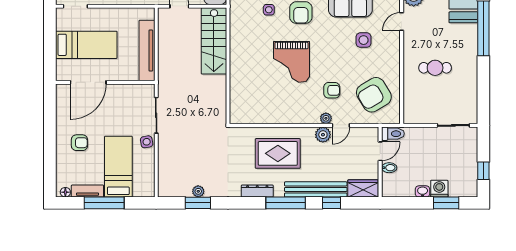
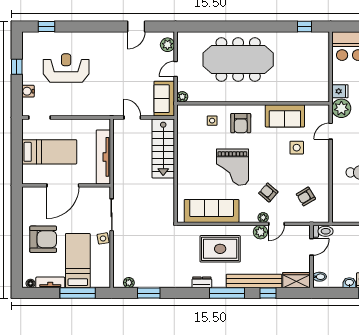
door: (88, 82) -> (63, 185), moved
armchair: (332, 90) -> (268, 192), turned -139
armchair: (374, 95) -> (306, 196), width x0.53, depth x0.53
sofa: (268, 111) -> (212, 211), added
armchair: (79, 143) -> (43, 239), width x1.88, depth x1.88
bidet: (389, 168) -> (320, 277), moved
plant: (198, 191) -> (129, 283), moved
dresser: (257, 191) -> (202, 282), width x0.70
window: (104, 203) -> (78, 293), moved

